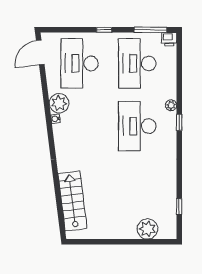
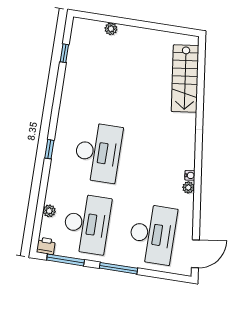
window: (104, 30) -> (118, 268), width x2.17
plant: (59, 103) -> (188, 187), width x0.53, depth x0.53
plant: (171, 105) -> (49, 211), moved
plant: (147, 229) -> (111, 29), width x0.53, depth x0.53

